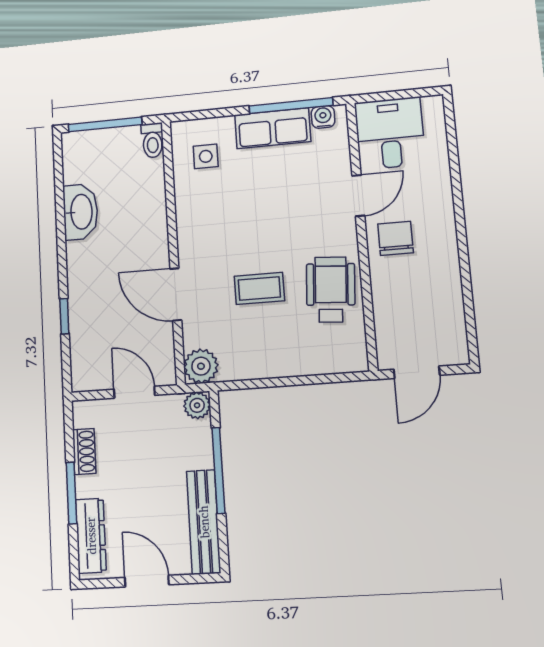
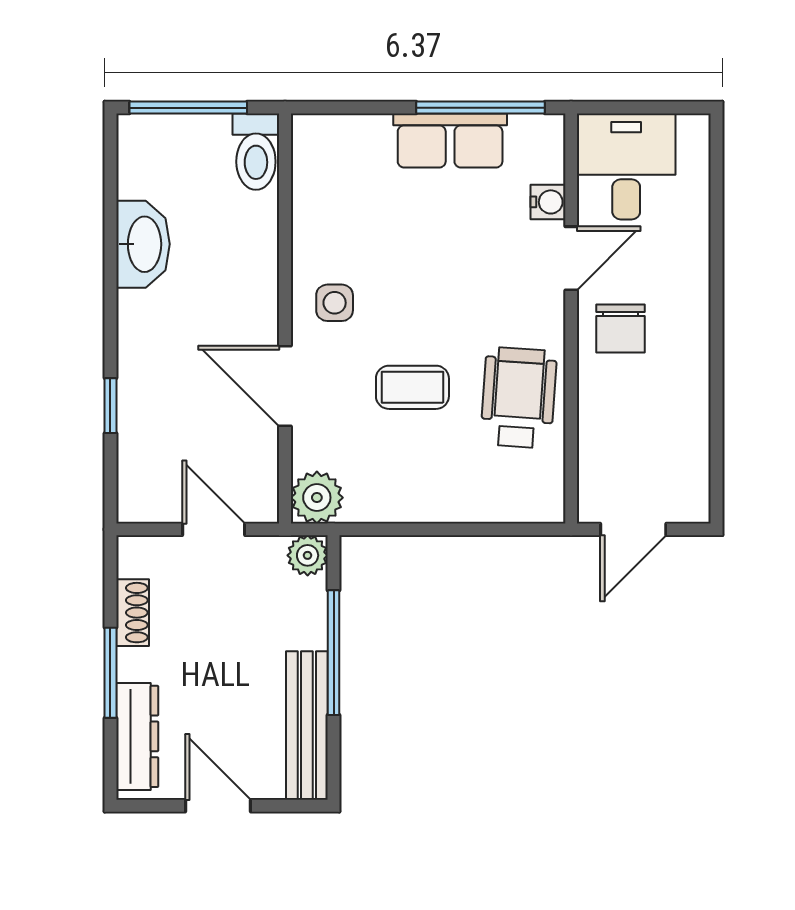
water cooler: (323, 117) -> (548, 202), moved, turned 90
toilet: (152, 140) -> (256, 152), width x1.37, depth x1.39
side table: (206, 156) -> (335, 303), moved
chair: (396, 238) -> (620, 329), turned 180

